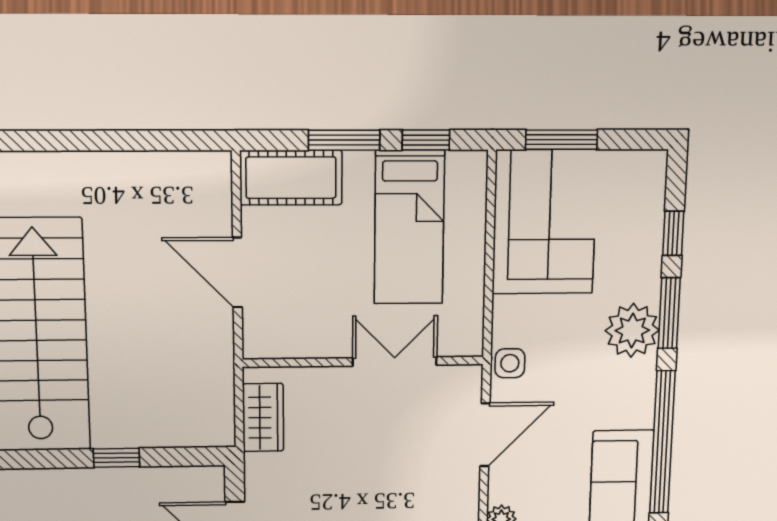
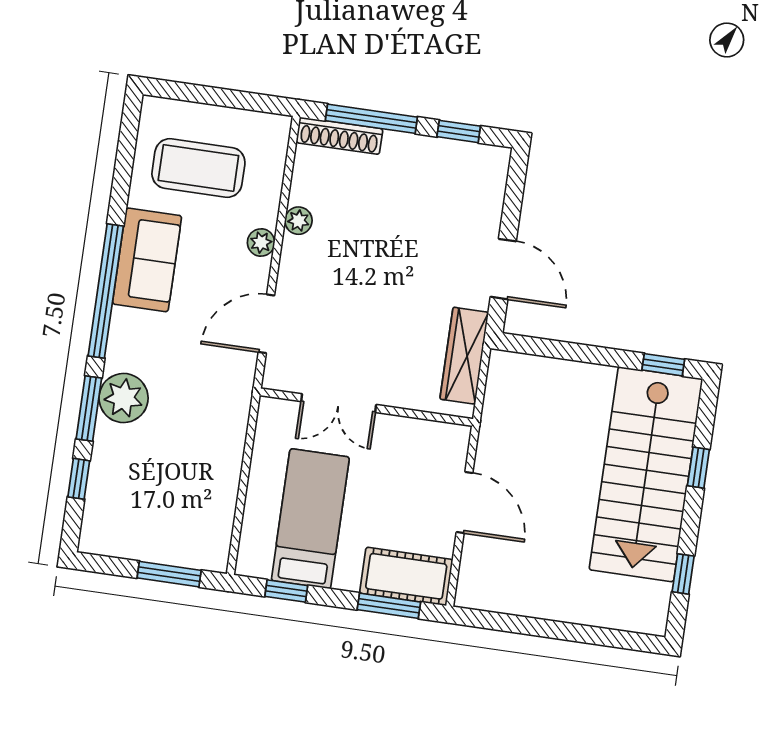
window: (344, 140) -> (389, 606), moved
corner sofa: (544, 222) -> (192, 506), removed
side table: (510, 363) -> (236, 386), removed
wardrobe: (263, 417) -> (464, 356), width x1.50
window: (116, 458) -> (663, 365), moved

